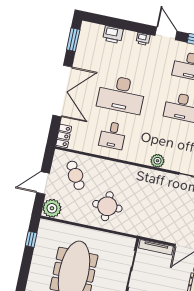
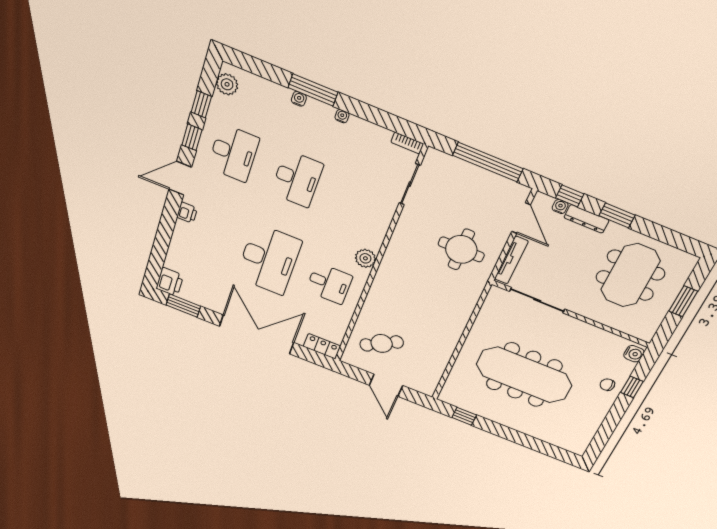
printer: (113, 35) -> (170, 282), moved
plant: (157, 161) -> (365, 258), moved
round table: (107, 206) -> (461, 249), moved
plant: (52, 208) -> (425, 382), removed

